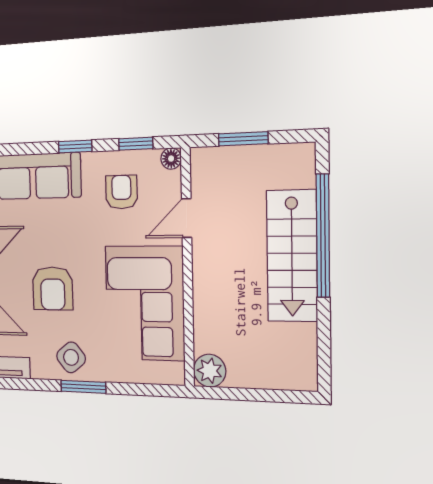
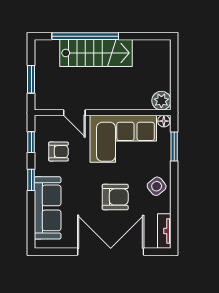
floor lamp: (171, 159) -> (164, 121), moved
armchair: (121, 192) -> (59, 152), turned 180
window: (83, 387) -> (174, 146), moved

